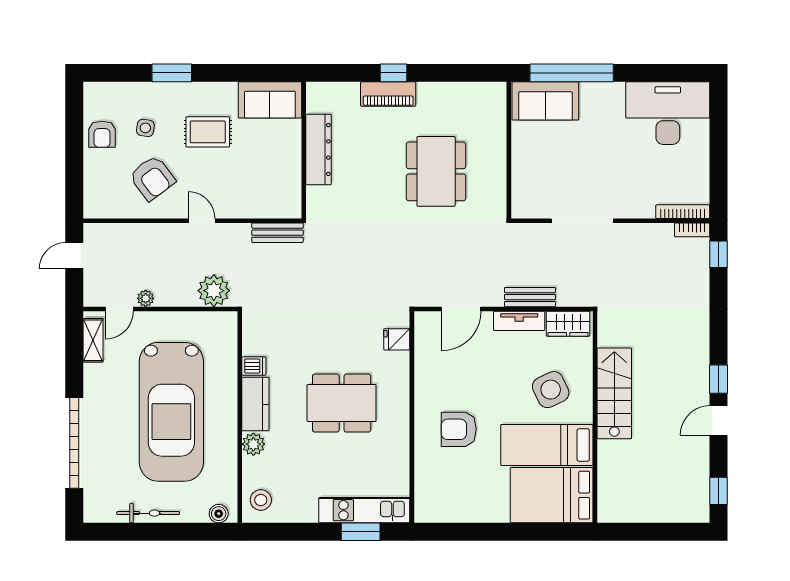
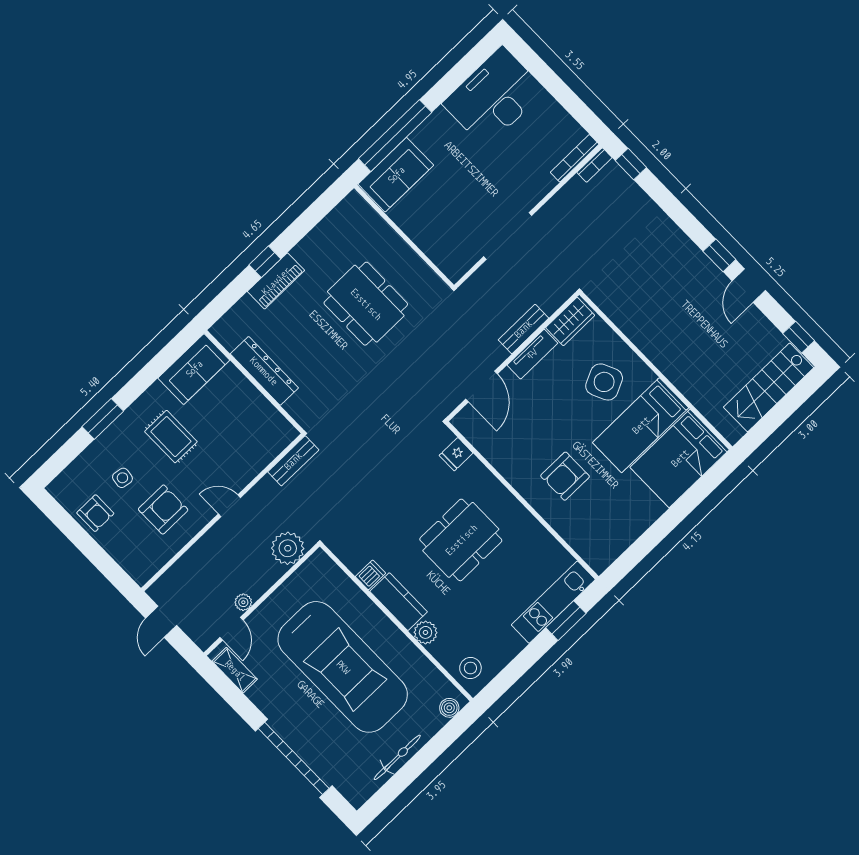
rug: (208, 132) -> (171, 437), turned 90
armchair: (152, 178) -> (163, 510), turned -53
stairs: (614, 393) -> (769, 387), moved, turned -90

